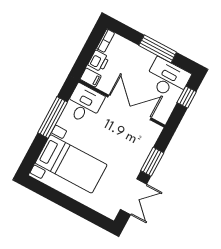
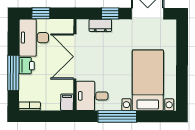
window: (158, 49) -> (13, 73), moved
printer: (99, 61) -> (27, 66), moved, turned 90
dresser: (146, 147) -> (100, 25), added
window: (152, 162) -> (110, 13), width x0.67

